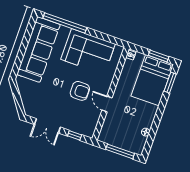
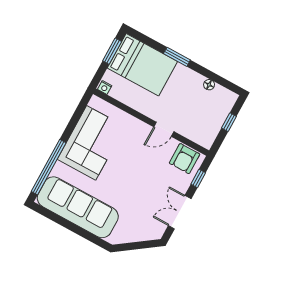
window: (170, 83) -> (177, 57), moved
armchair: (80, 91) -> (185, 159), moved, turned 180
double door: (47, 126) -> (180, 212), swing flipped
window: (120, 151) -> (229, 122), width x0.46

